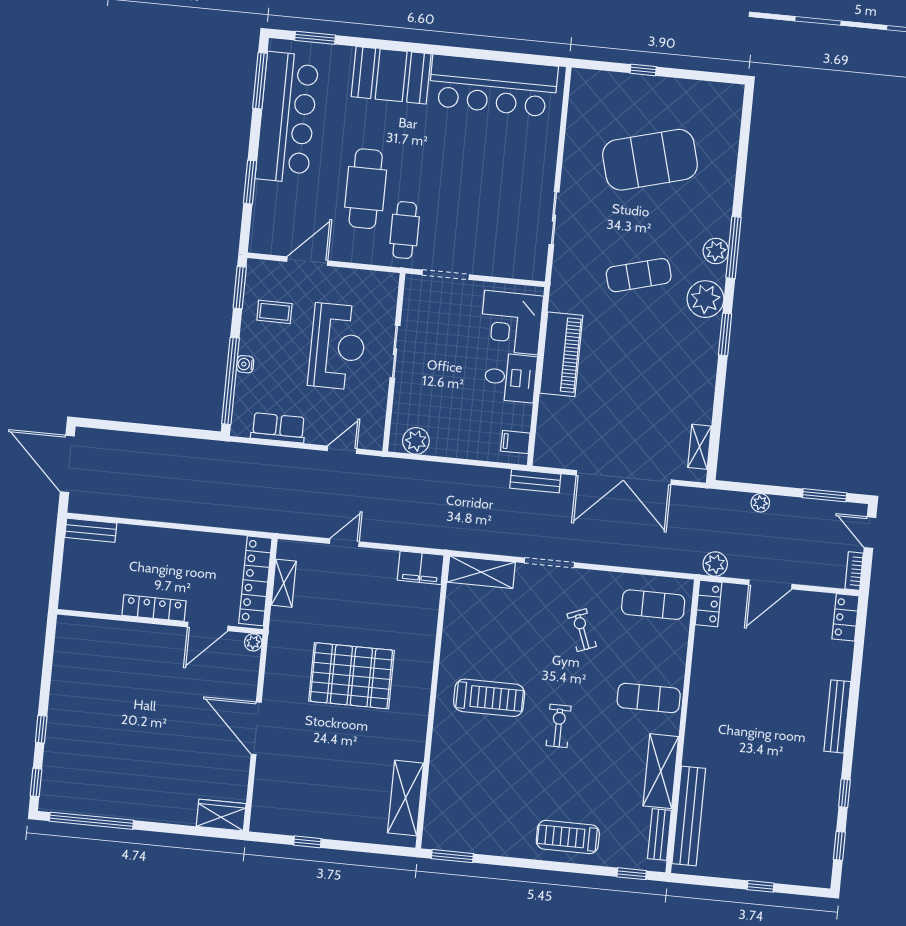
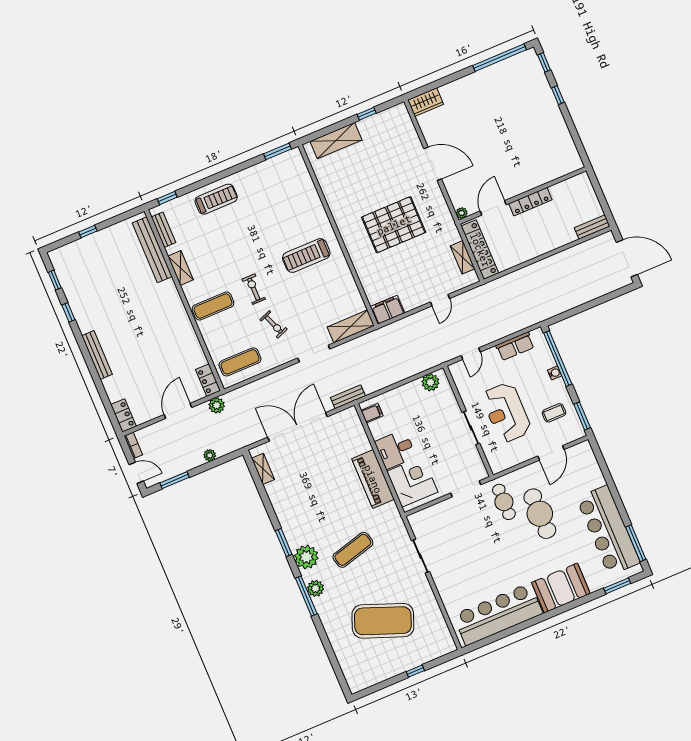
exercise mat: (650, 160) -> (383, 621), turned 36
window: (250, 182) -> (609, 481), removed
exercise bike: (559, 726) -> (254, 289), moved, turned 180
shelving: (661, 771) -> (181, 268), width x0.67, depth x0.75
shelving: (406, 798) -> (336, 141), moved, turned 90

